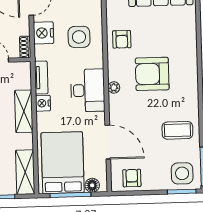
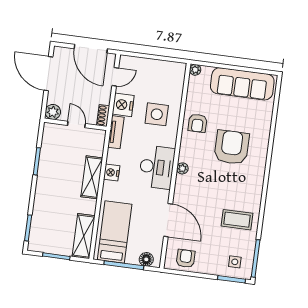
armchair: (152, 74) -> (232, 147), moved, turned 90
tv unit: (41, 78) -> (116, 132), moved
bed: (63, 163) -> (115, 232), width x0.67
side table: (182, 173) -> (235, 262), width x0.54, depth x0.54

